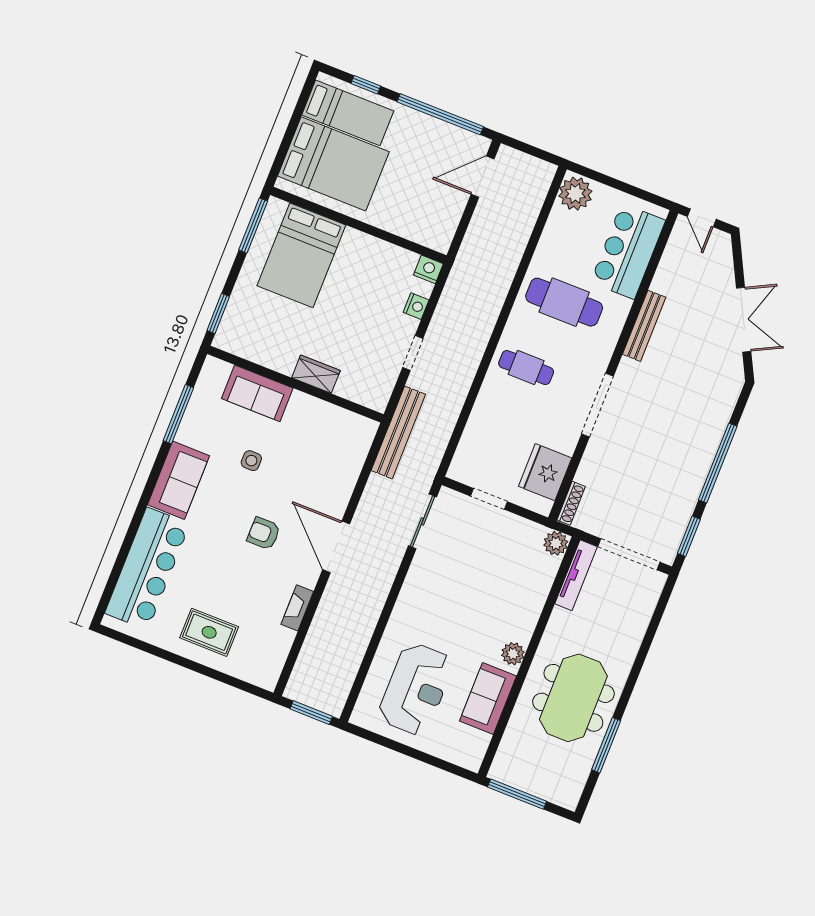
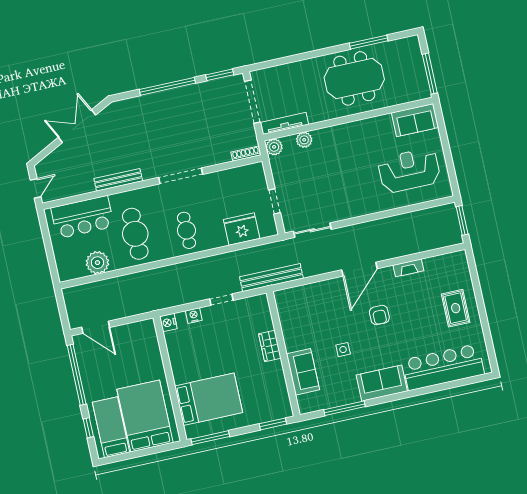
plant: (575, 194) -> (97, 263), moved
fridge: (545, 472) -> (242, 229), moved, turned 180
plant: (513, 654) -> (304, 140), moved
sofa: (488, 699) -> (415, 120), moved

